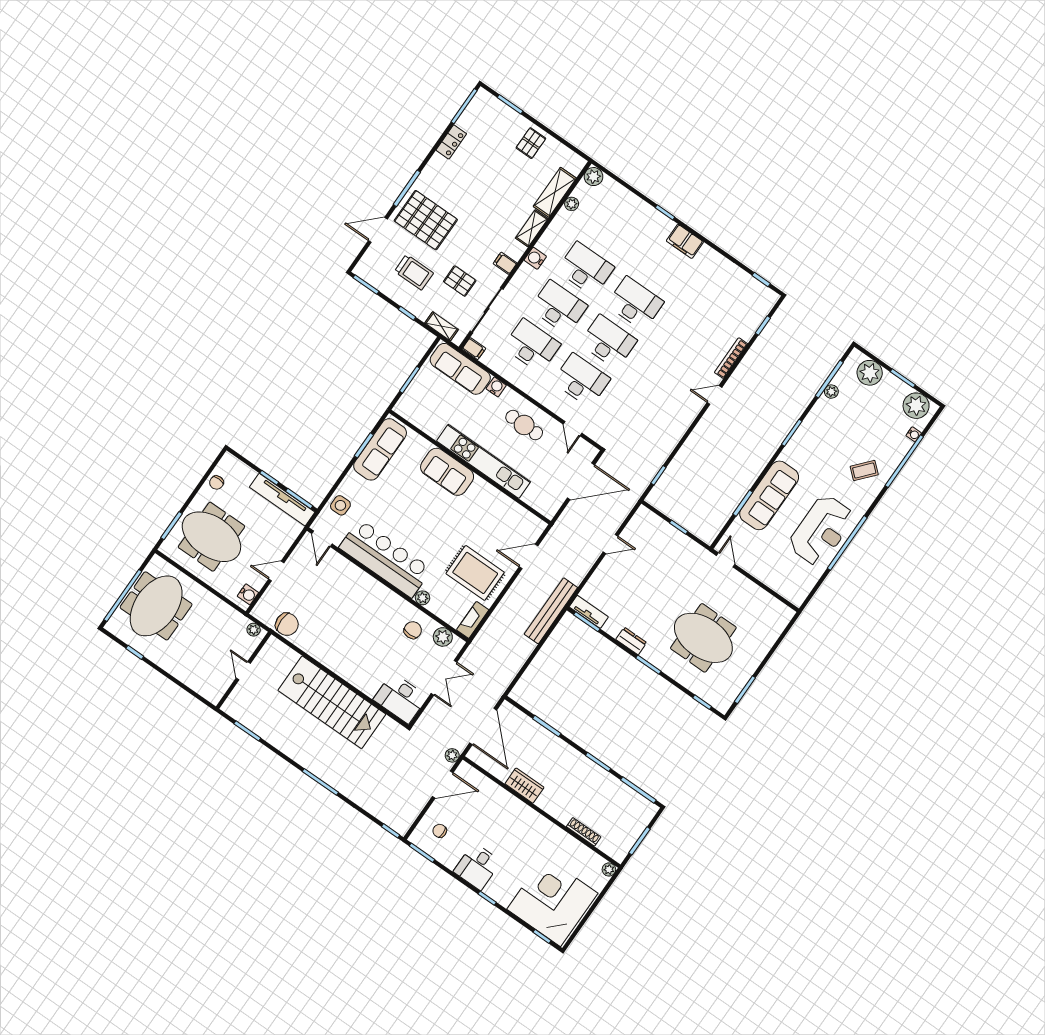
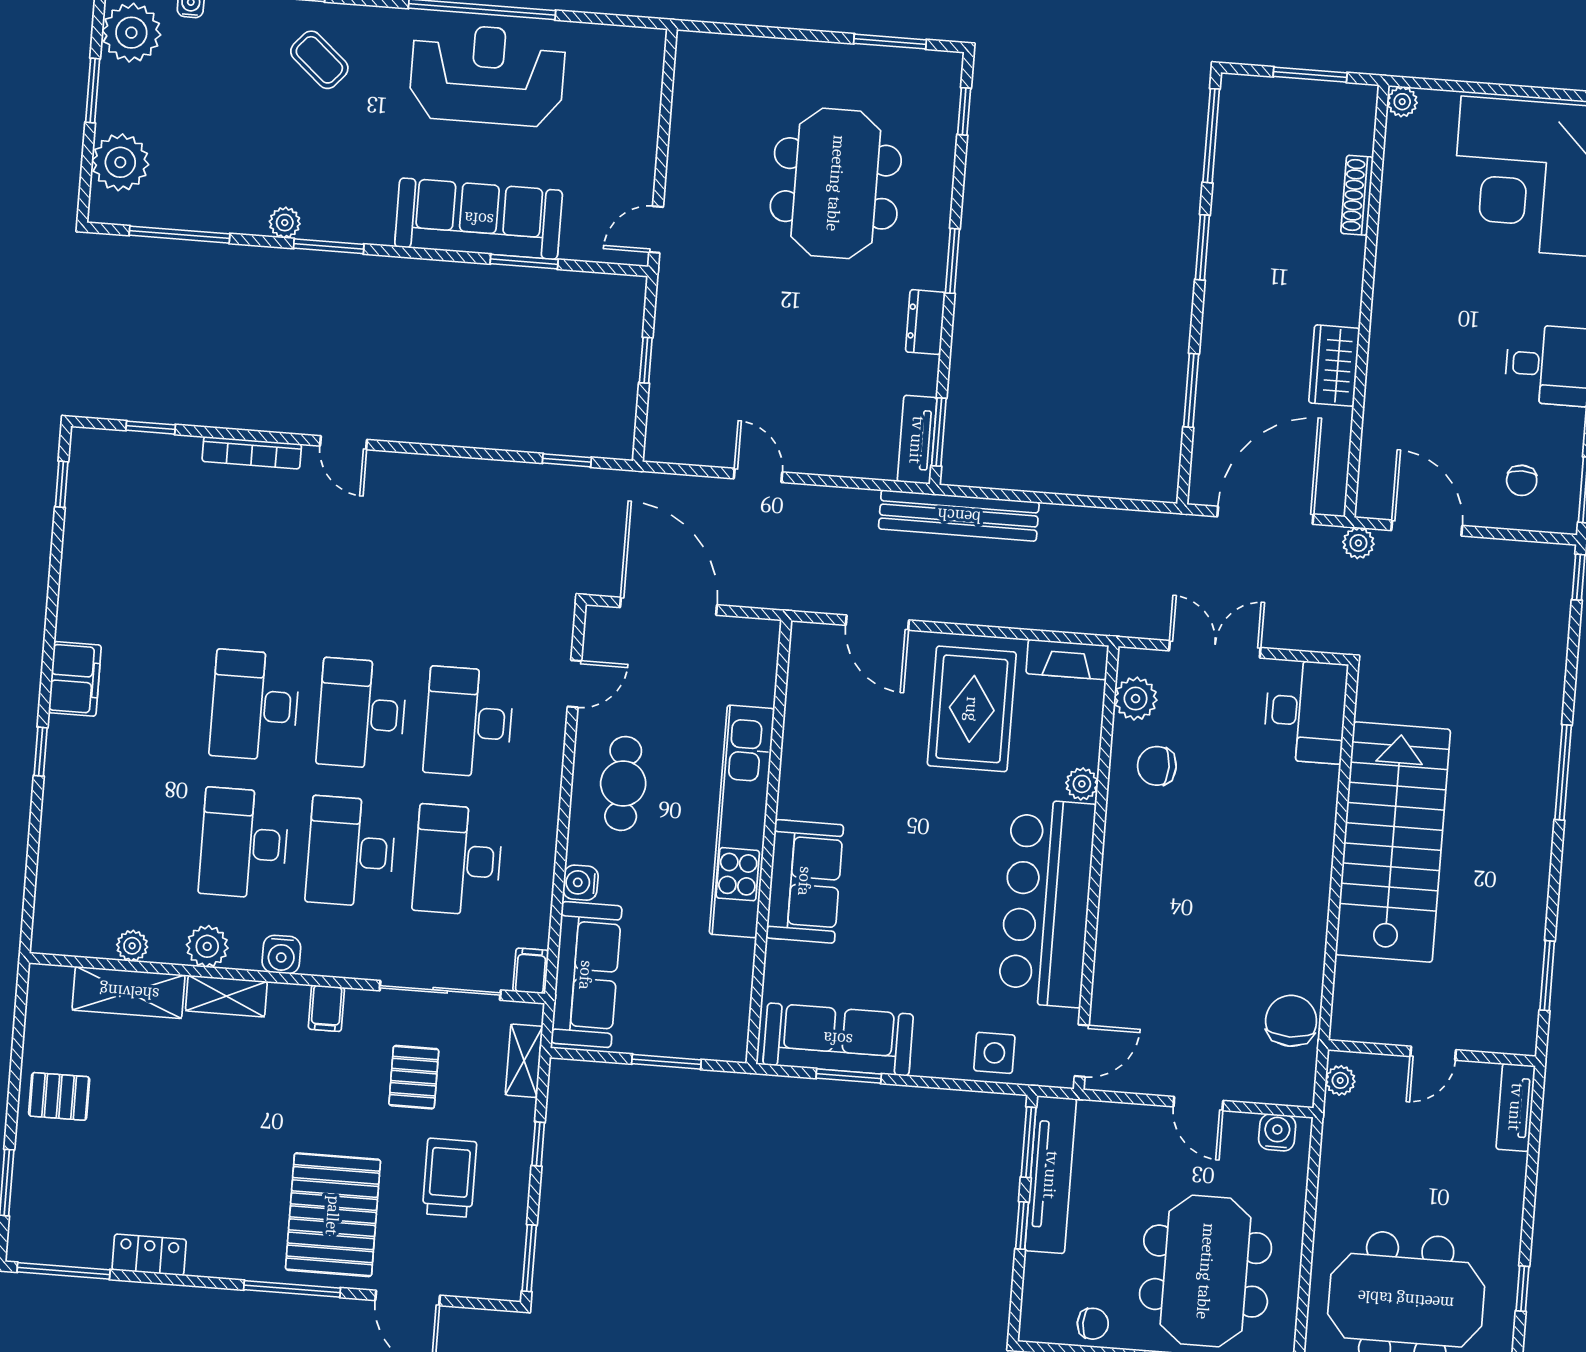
plant: (594, 177) -> (207, 946), moved
plant: (831, 392) -> (285, 223), moved
tv unit: (205, 690) -> (1516, 1107), added

